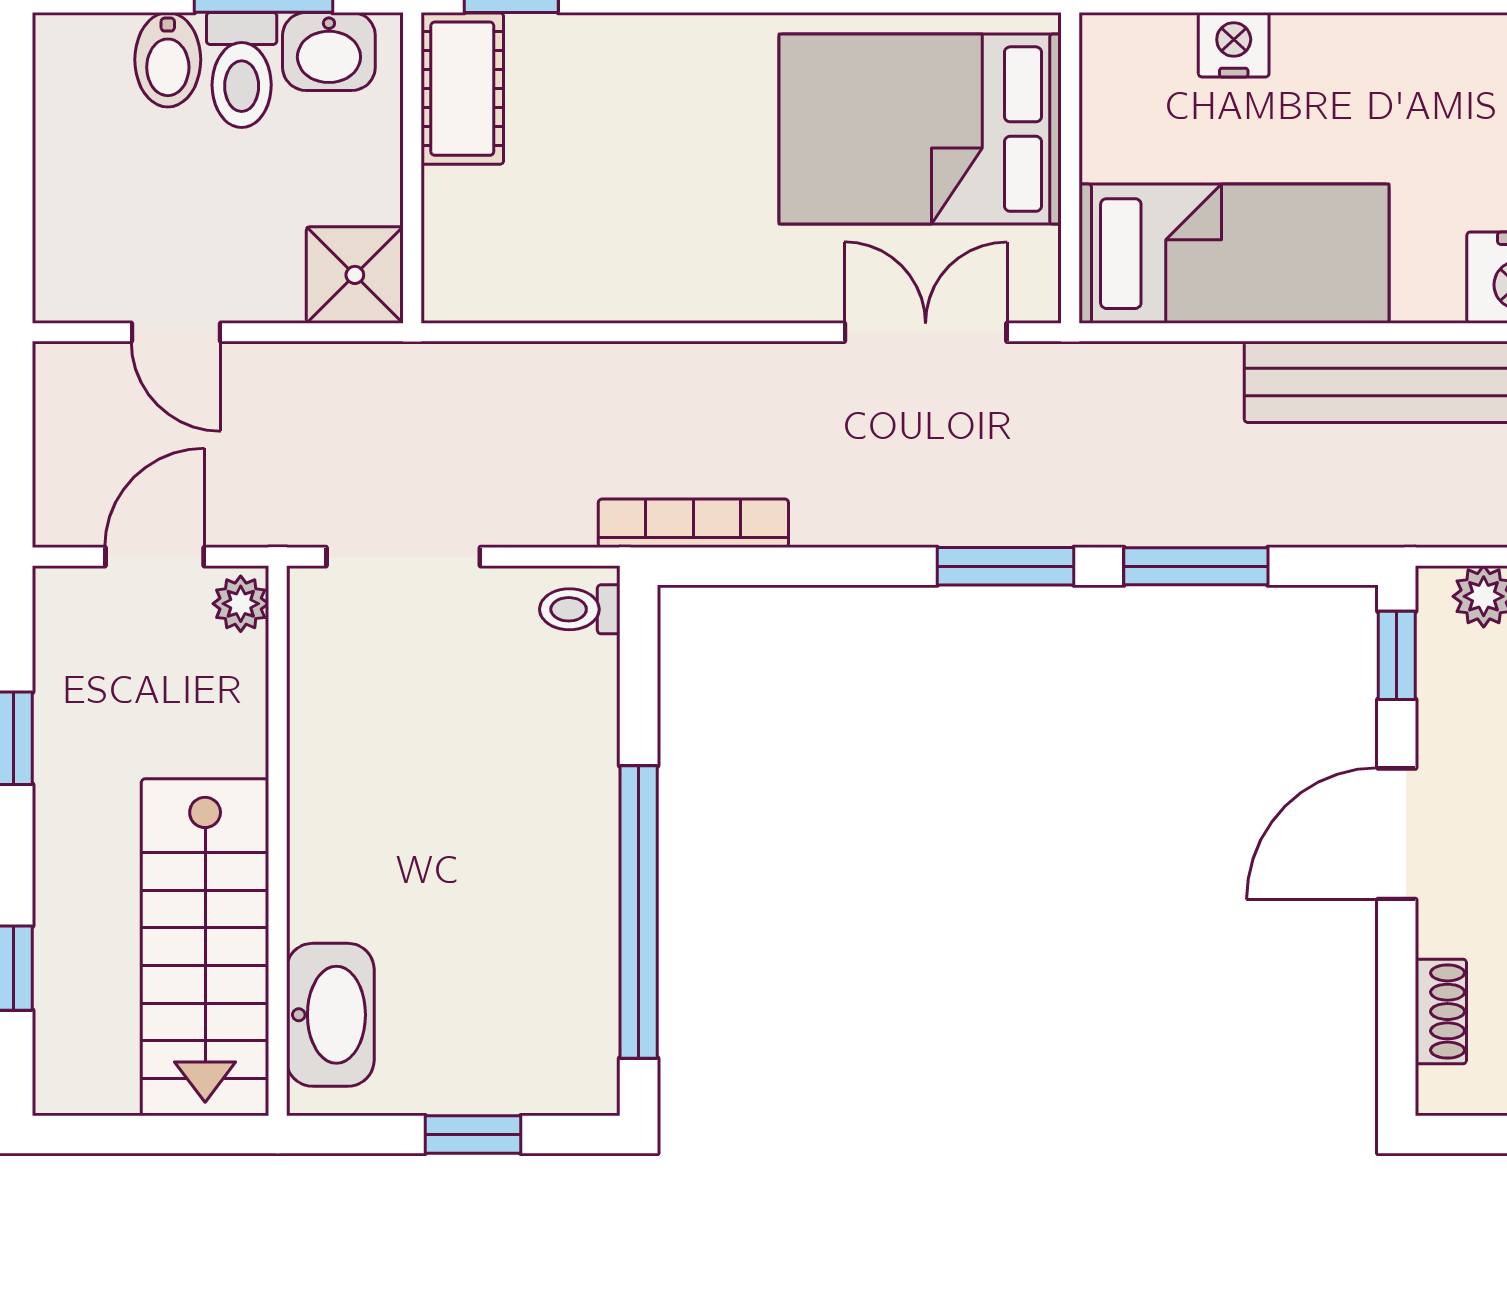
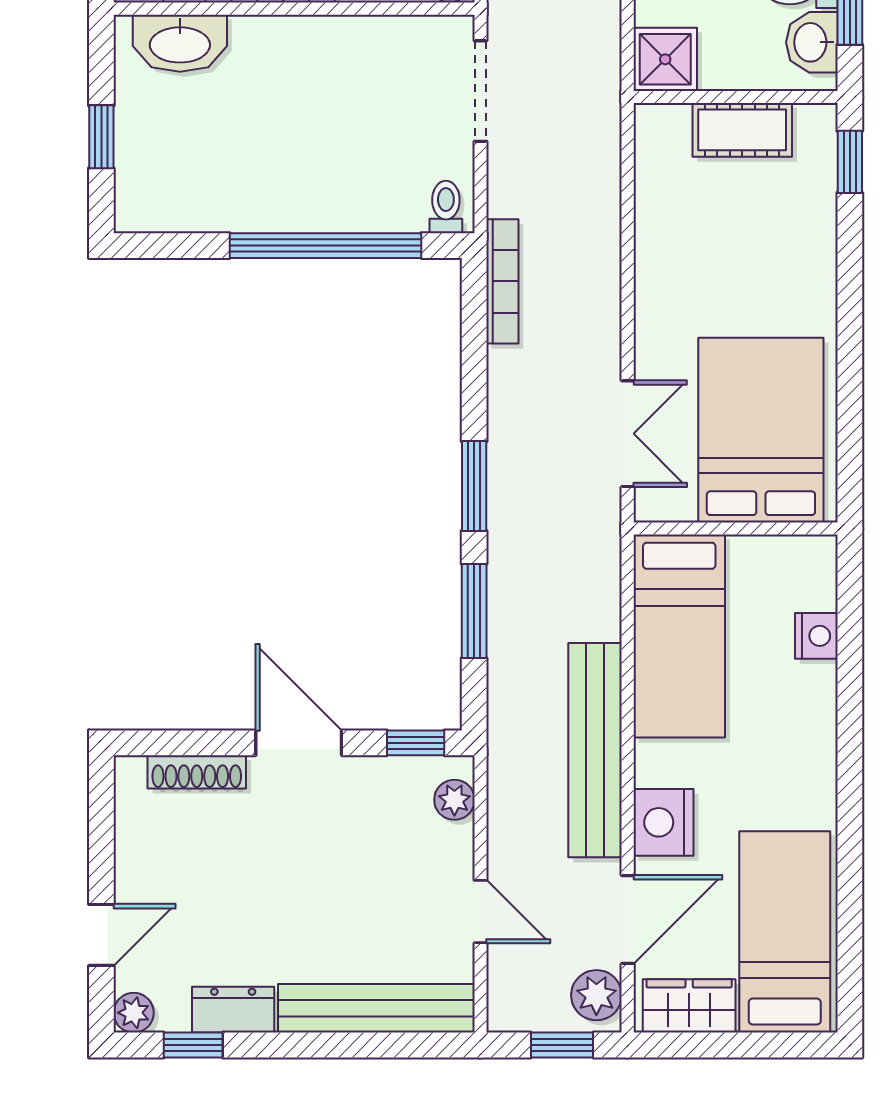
cot: (462, 89) -> (742, 130), moved
window: (639, 912) -> (325, 246), moved
shoe rack: (1441, 1012) -> (197, 772), width x1.43

